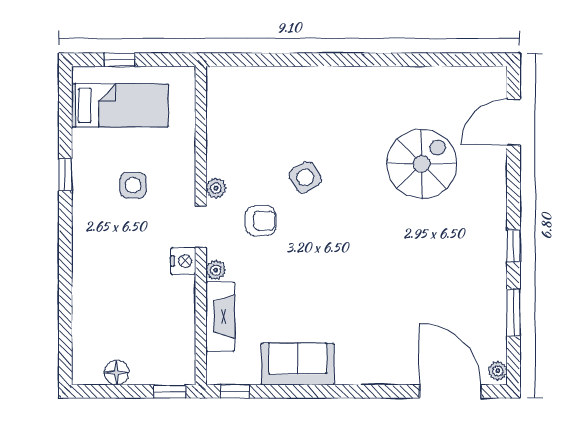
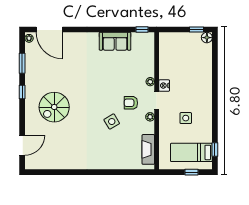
spiral stairs: (422, 164) -> (54, 107), moved
window: (65, 175) -> (215, 150), moved
fireplace: (220, 317) -> (148, 149), moved
floor lamp: (117, 373) -> (207, 38), moved
window: (170, 391) -> (197, 29), moved

